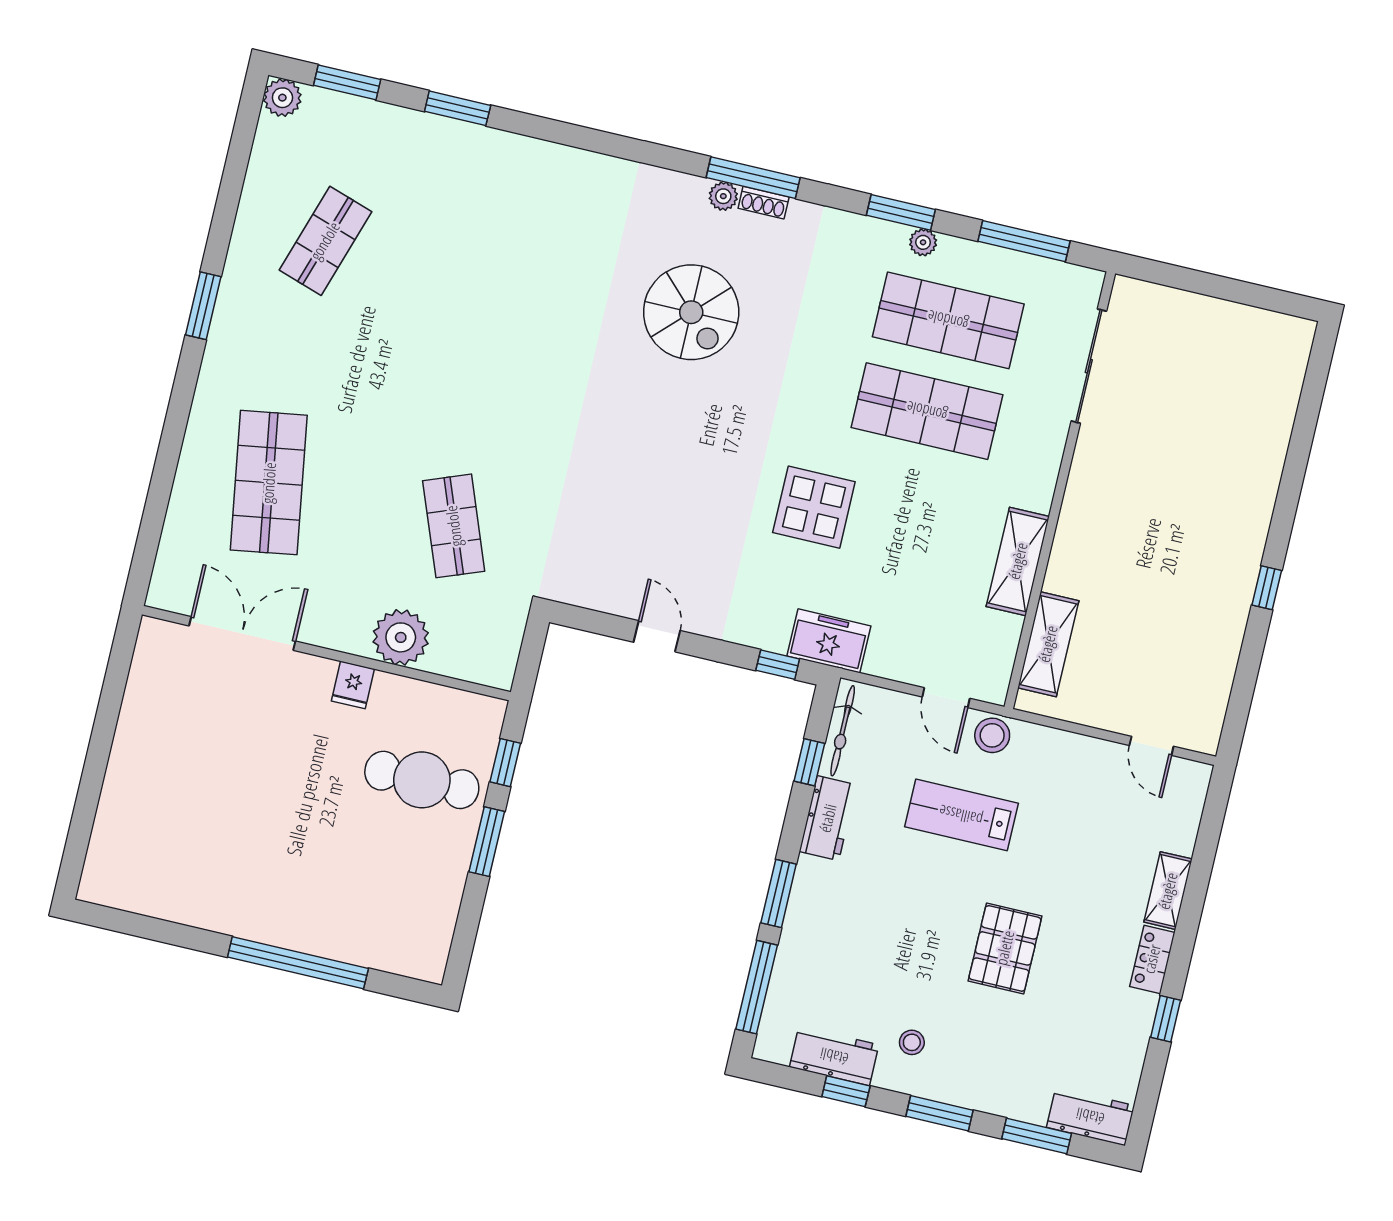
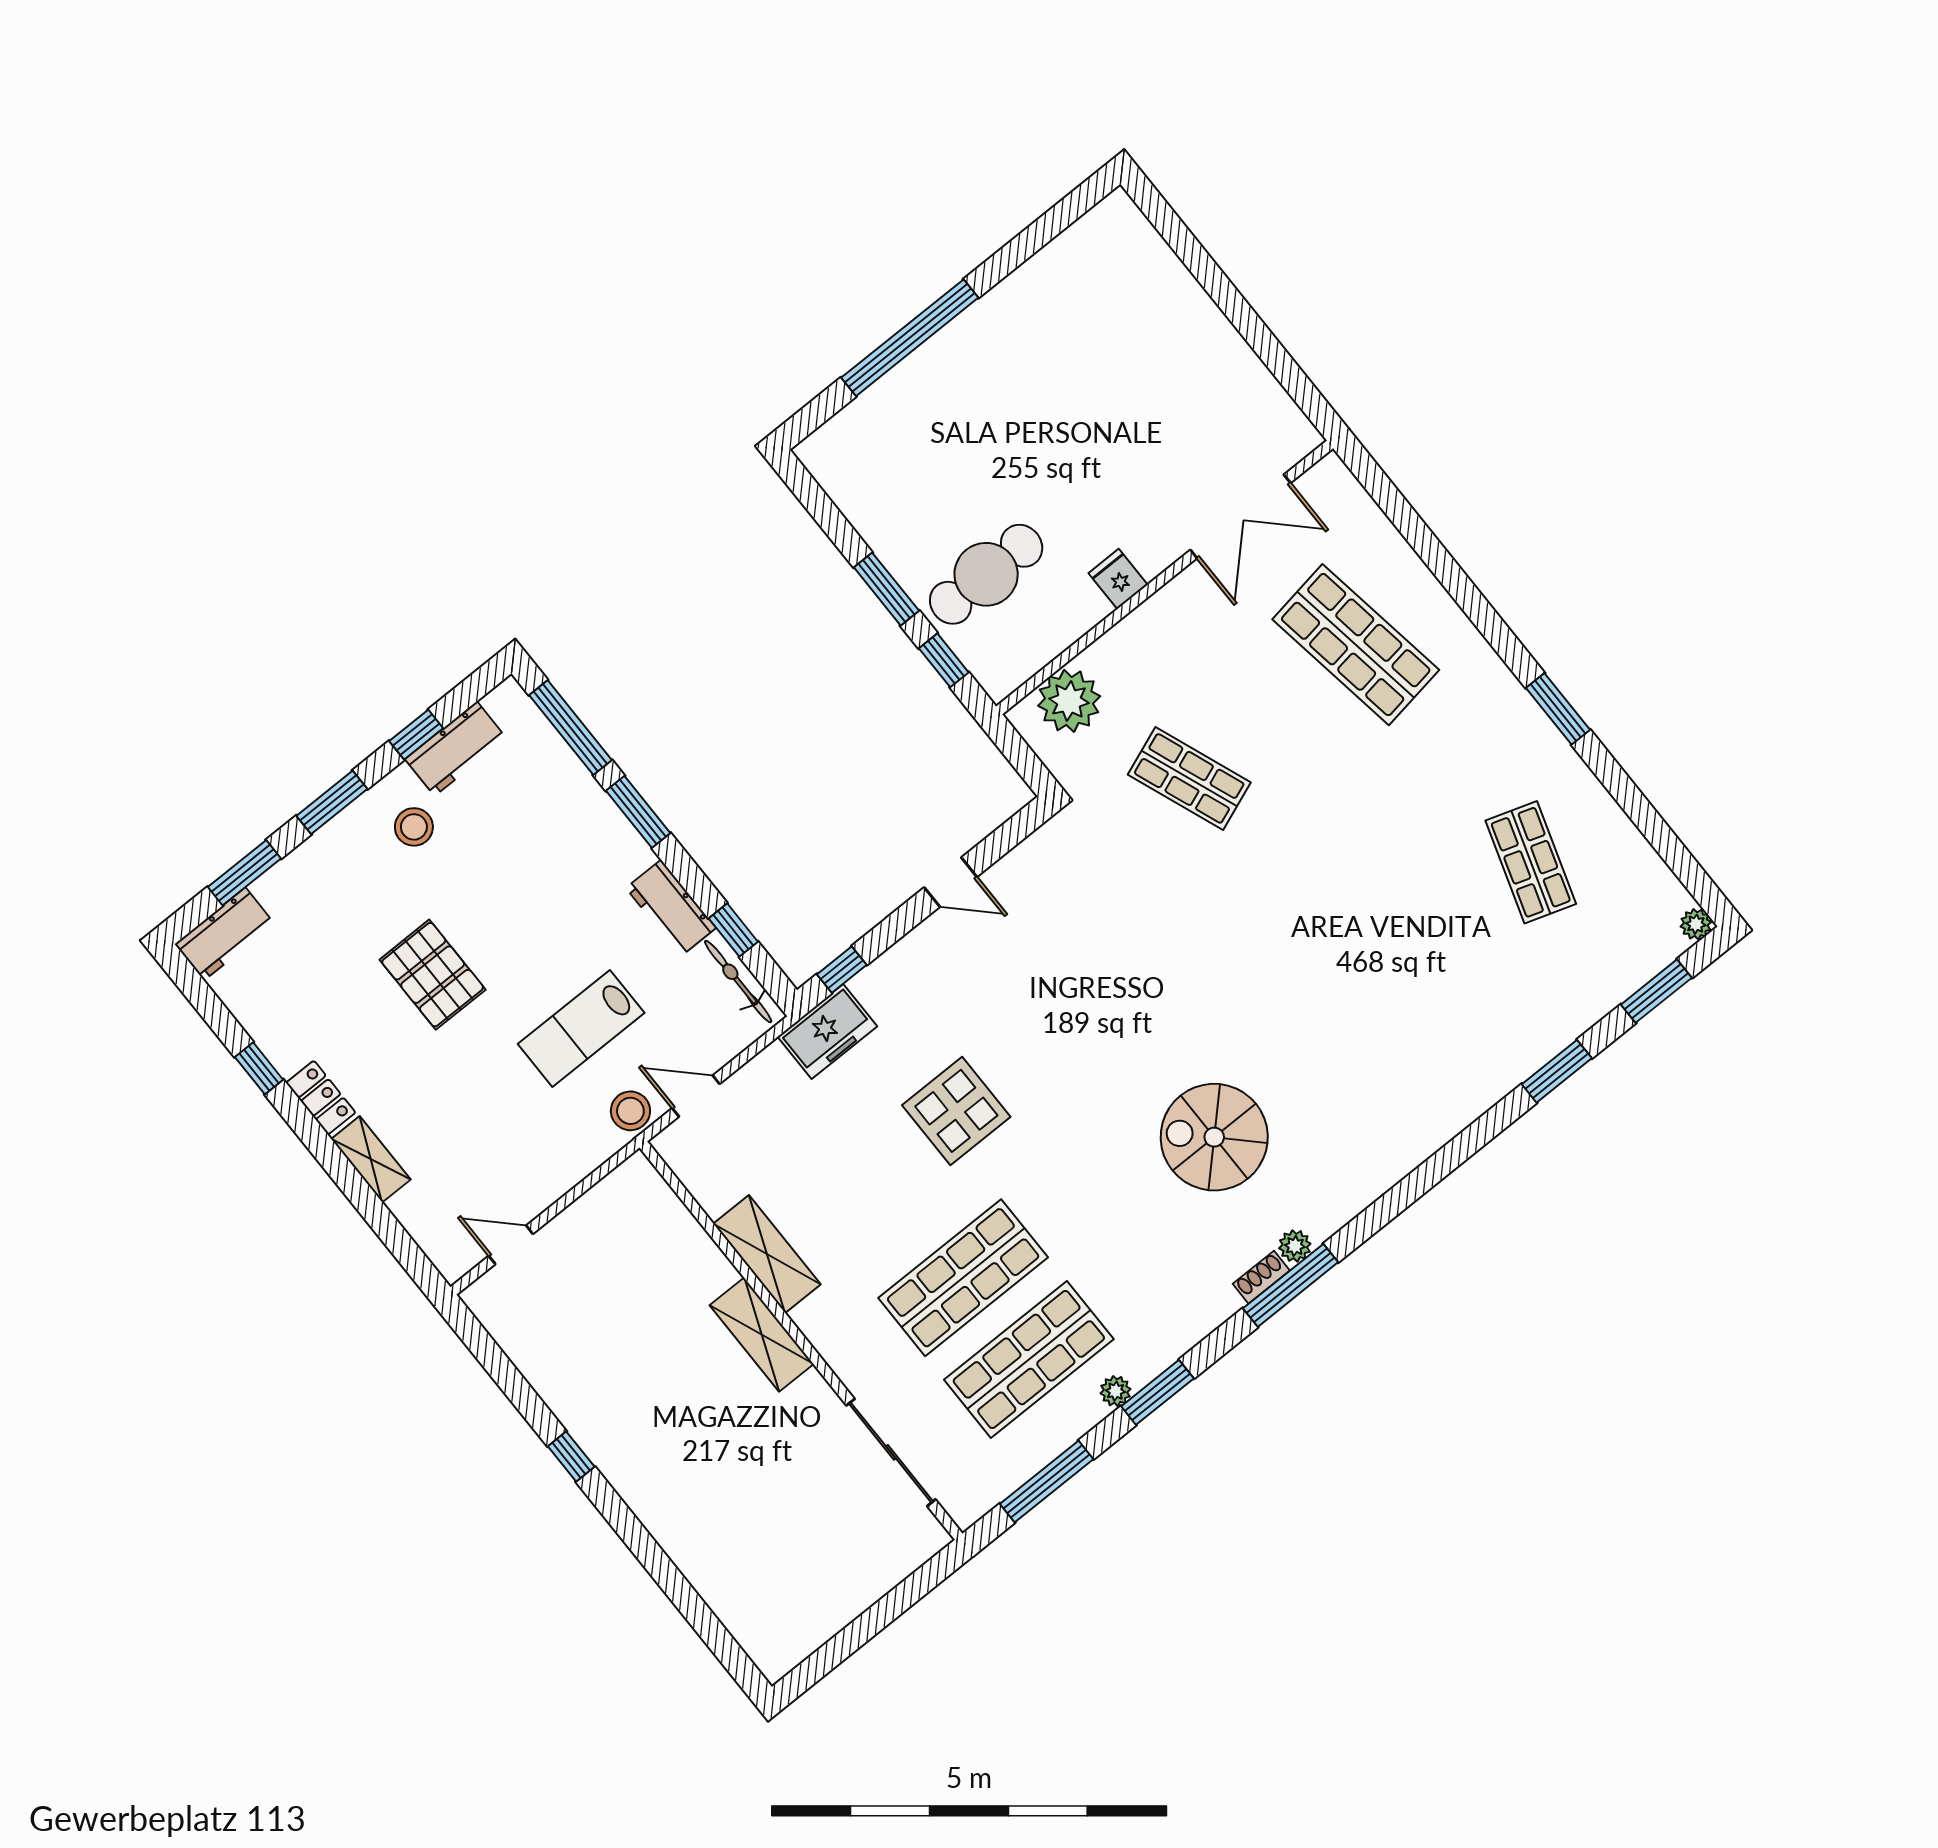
plant: (282, 98) -> (1696, 924), width x0.73, depth x0.73
plant: (401, 637) -> (1069, 701), moved
shelving: (1048, 644) -> (762, 1335), moved
lab bench: (961, 815) -> (581, 1028), turned 180
stool: (912, 1042) -> (414, 827), width x1.37, depth x1.37

